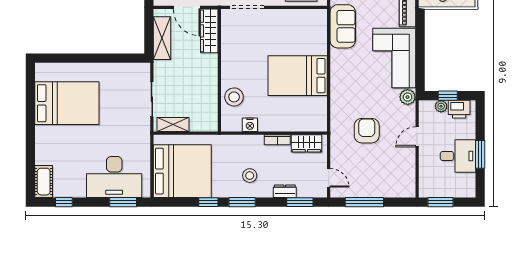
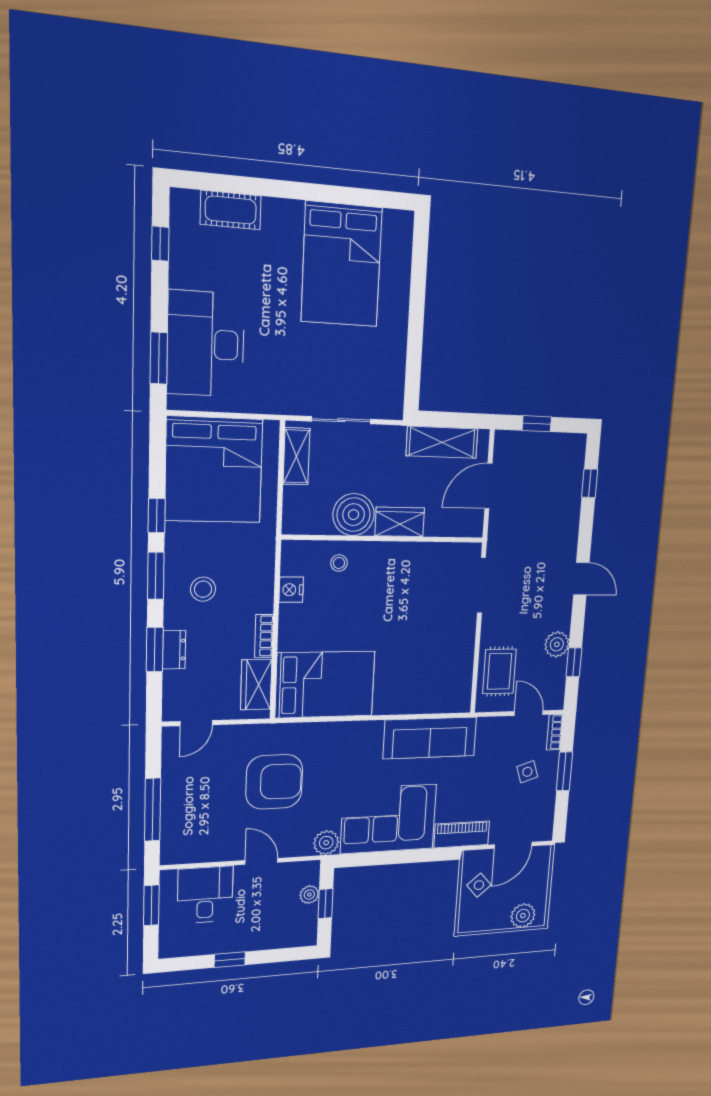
sofa: (343, 26) -> (430, 738), width x1.36
wardrobe: (209, 31) -> (400, 522), moved, width x0.67
bed: (298, 76) -> (325, 685), moved, turned 90
boiler: (206, 90) -> (354, 515), added
stool: (234, 97) -> (339, 563), width x0.53, depth x0.53
printer: (459, 109) -> (304, 922), removed
armchair: (367, 131) -> (274, 782), width x1.36, depth x1.36
window: (480, 154) -> (230, 960), width x0.67
desk: (458, 156) -> (205, 895), moved, turned 180
cot: (44, 182) -> (231, 210), moved
window: (300, 202) -> (155, 650), moved
window: (364, 202) -> (153, 810), moved

